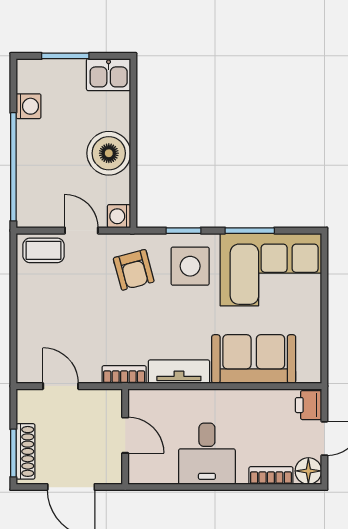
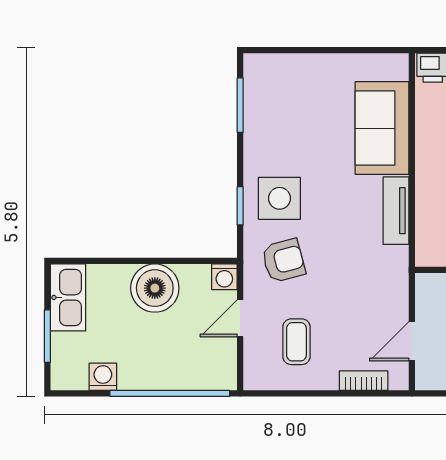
kitchen sink: (109, 75) -> (68, 297), width x1.38
window: (250, 231) -> (240, 105), moved
coffee table: (44, 250) -> (296, 342), moved
corner sofa: (271, 270) -> (283, 109), removed
bookcase: (124, 375) -> (364, 381), moved, turned 90

